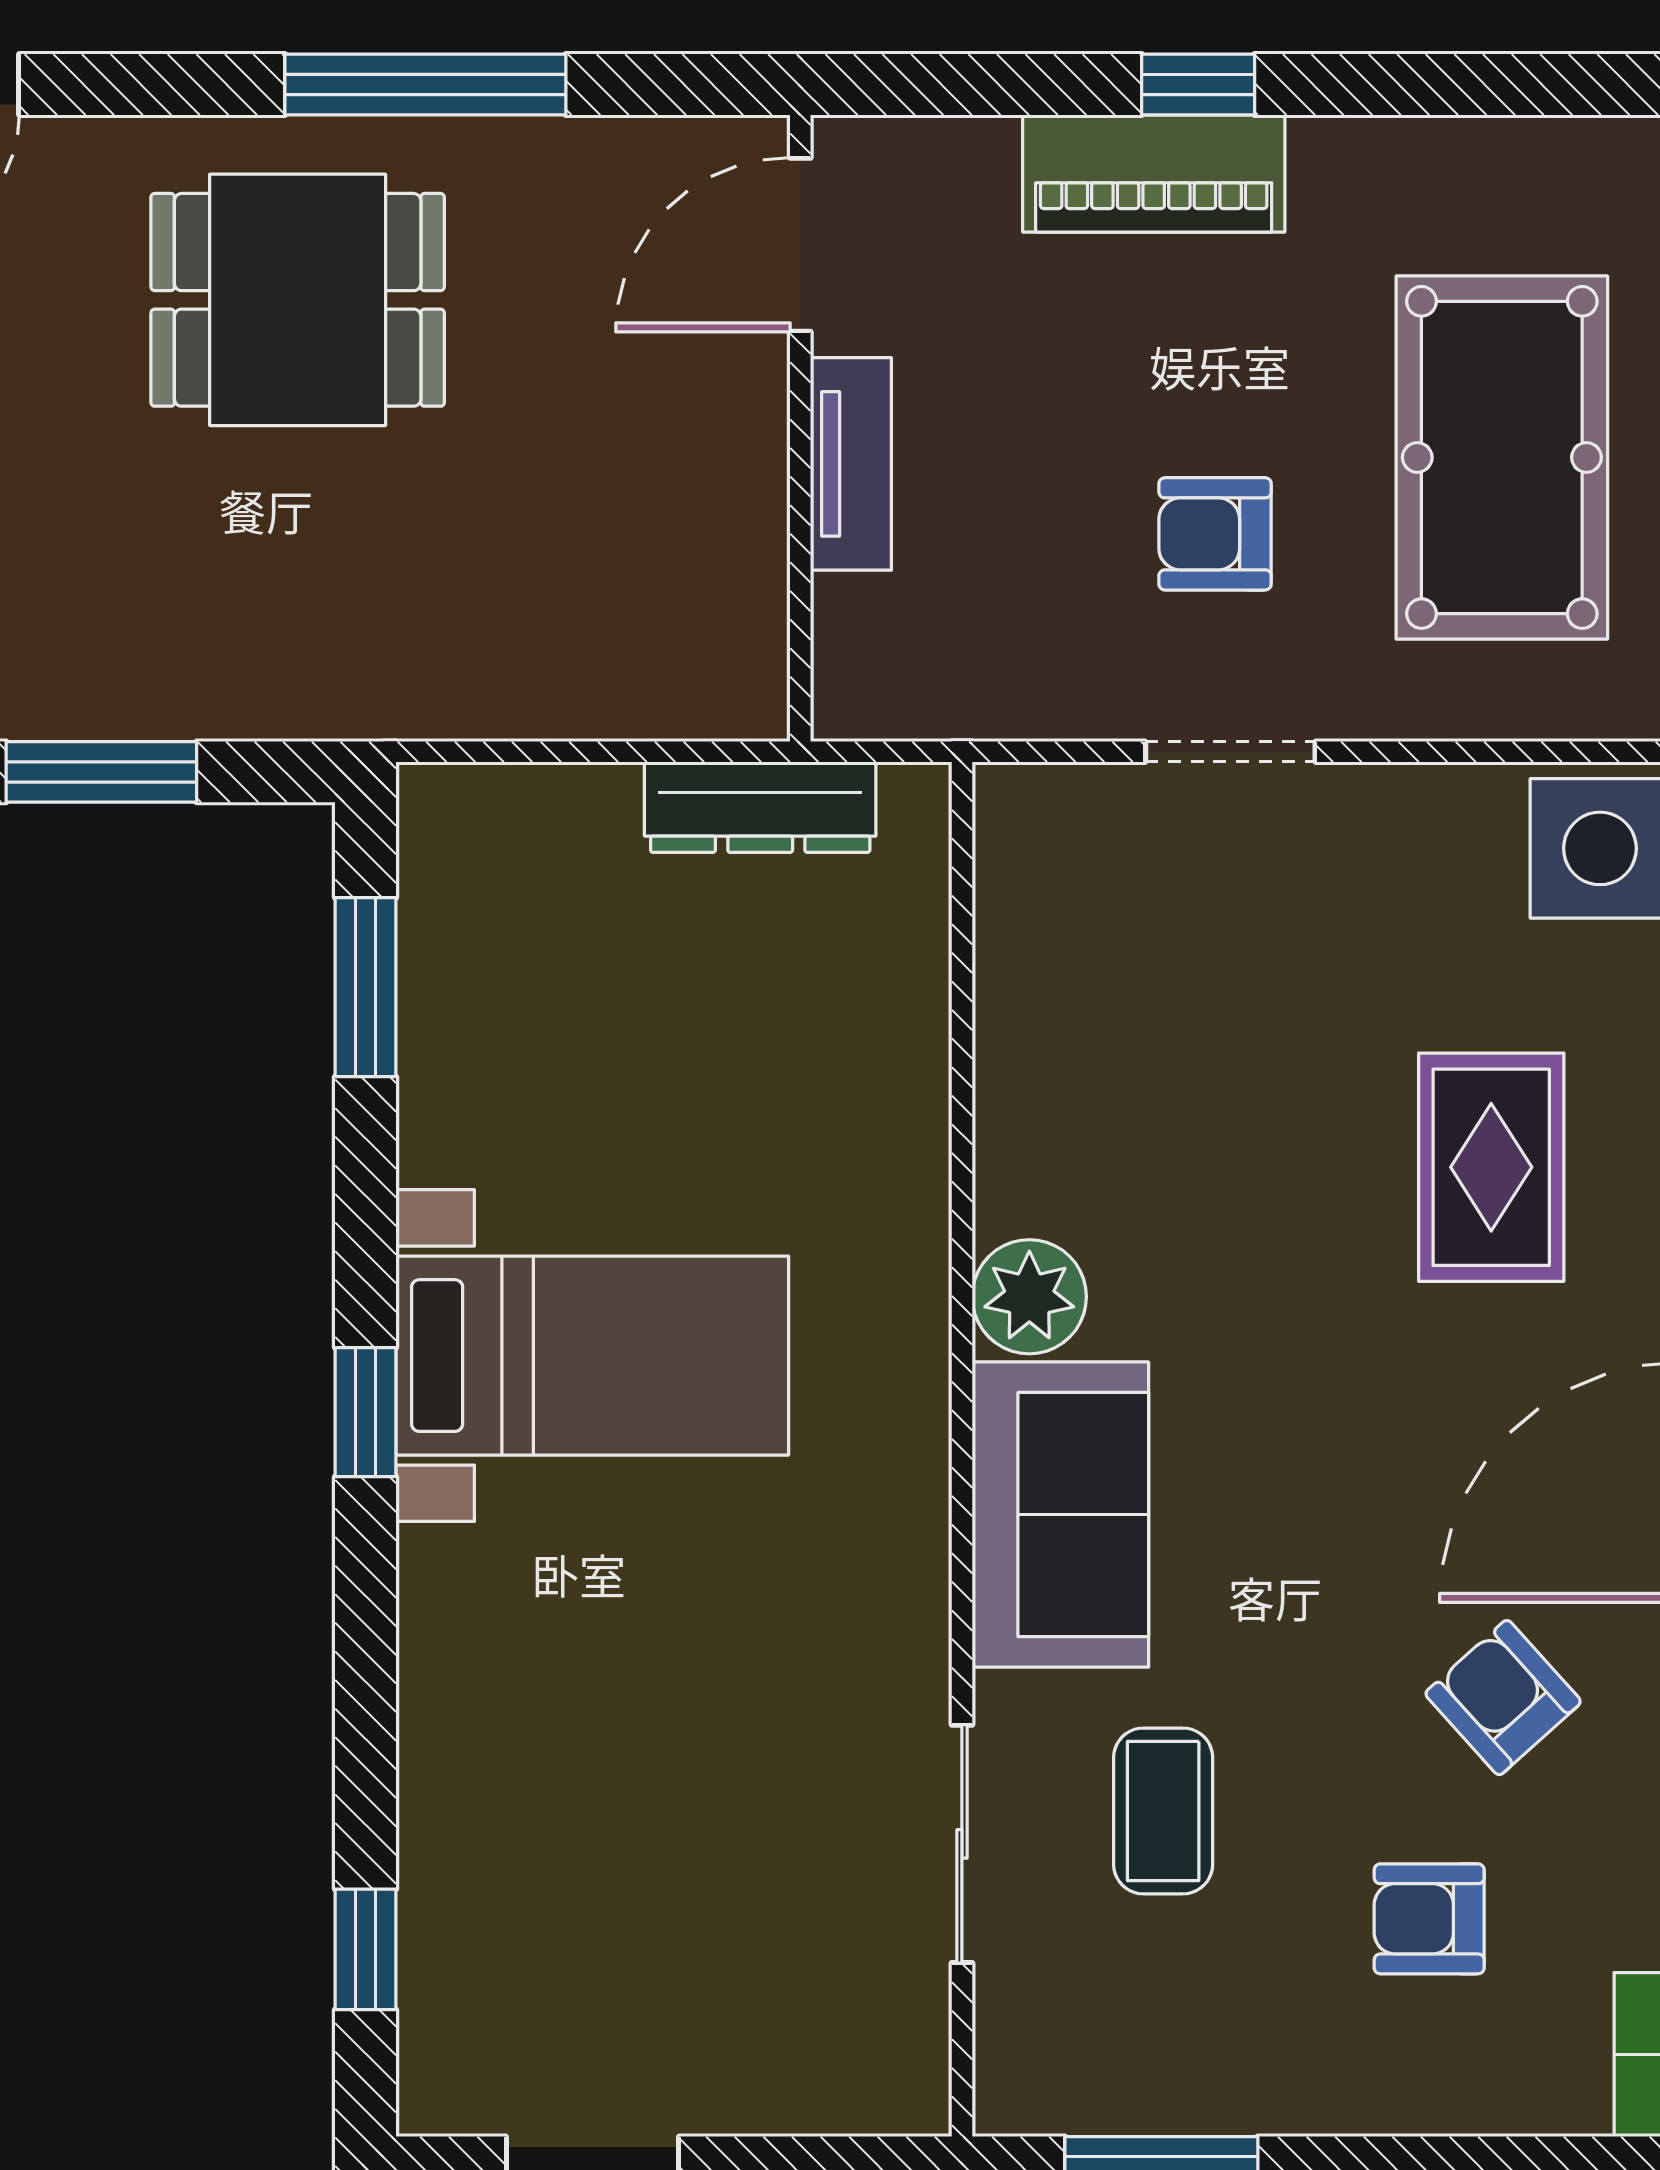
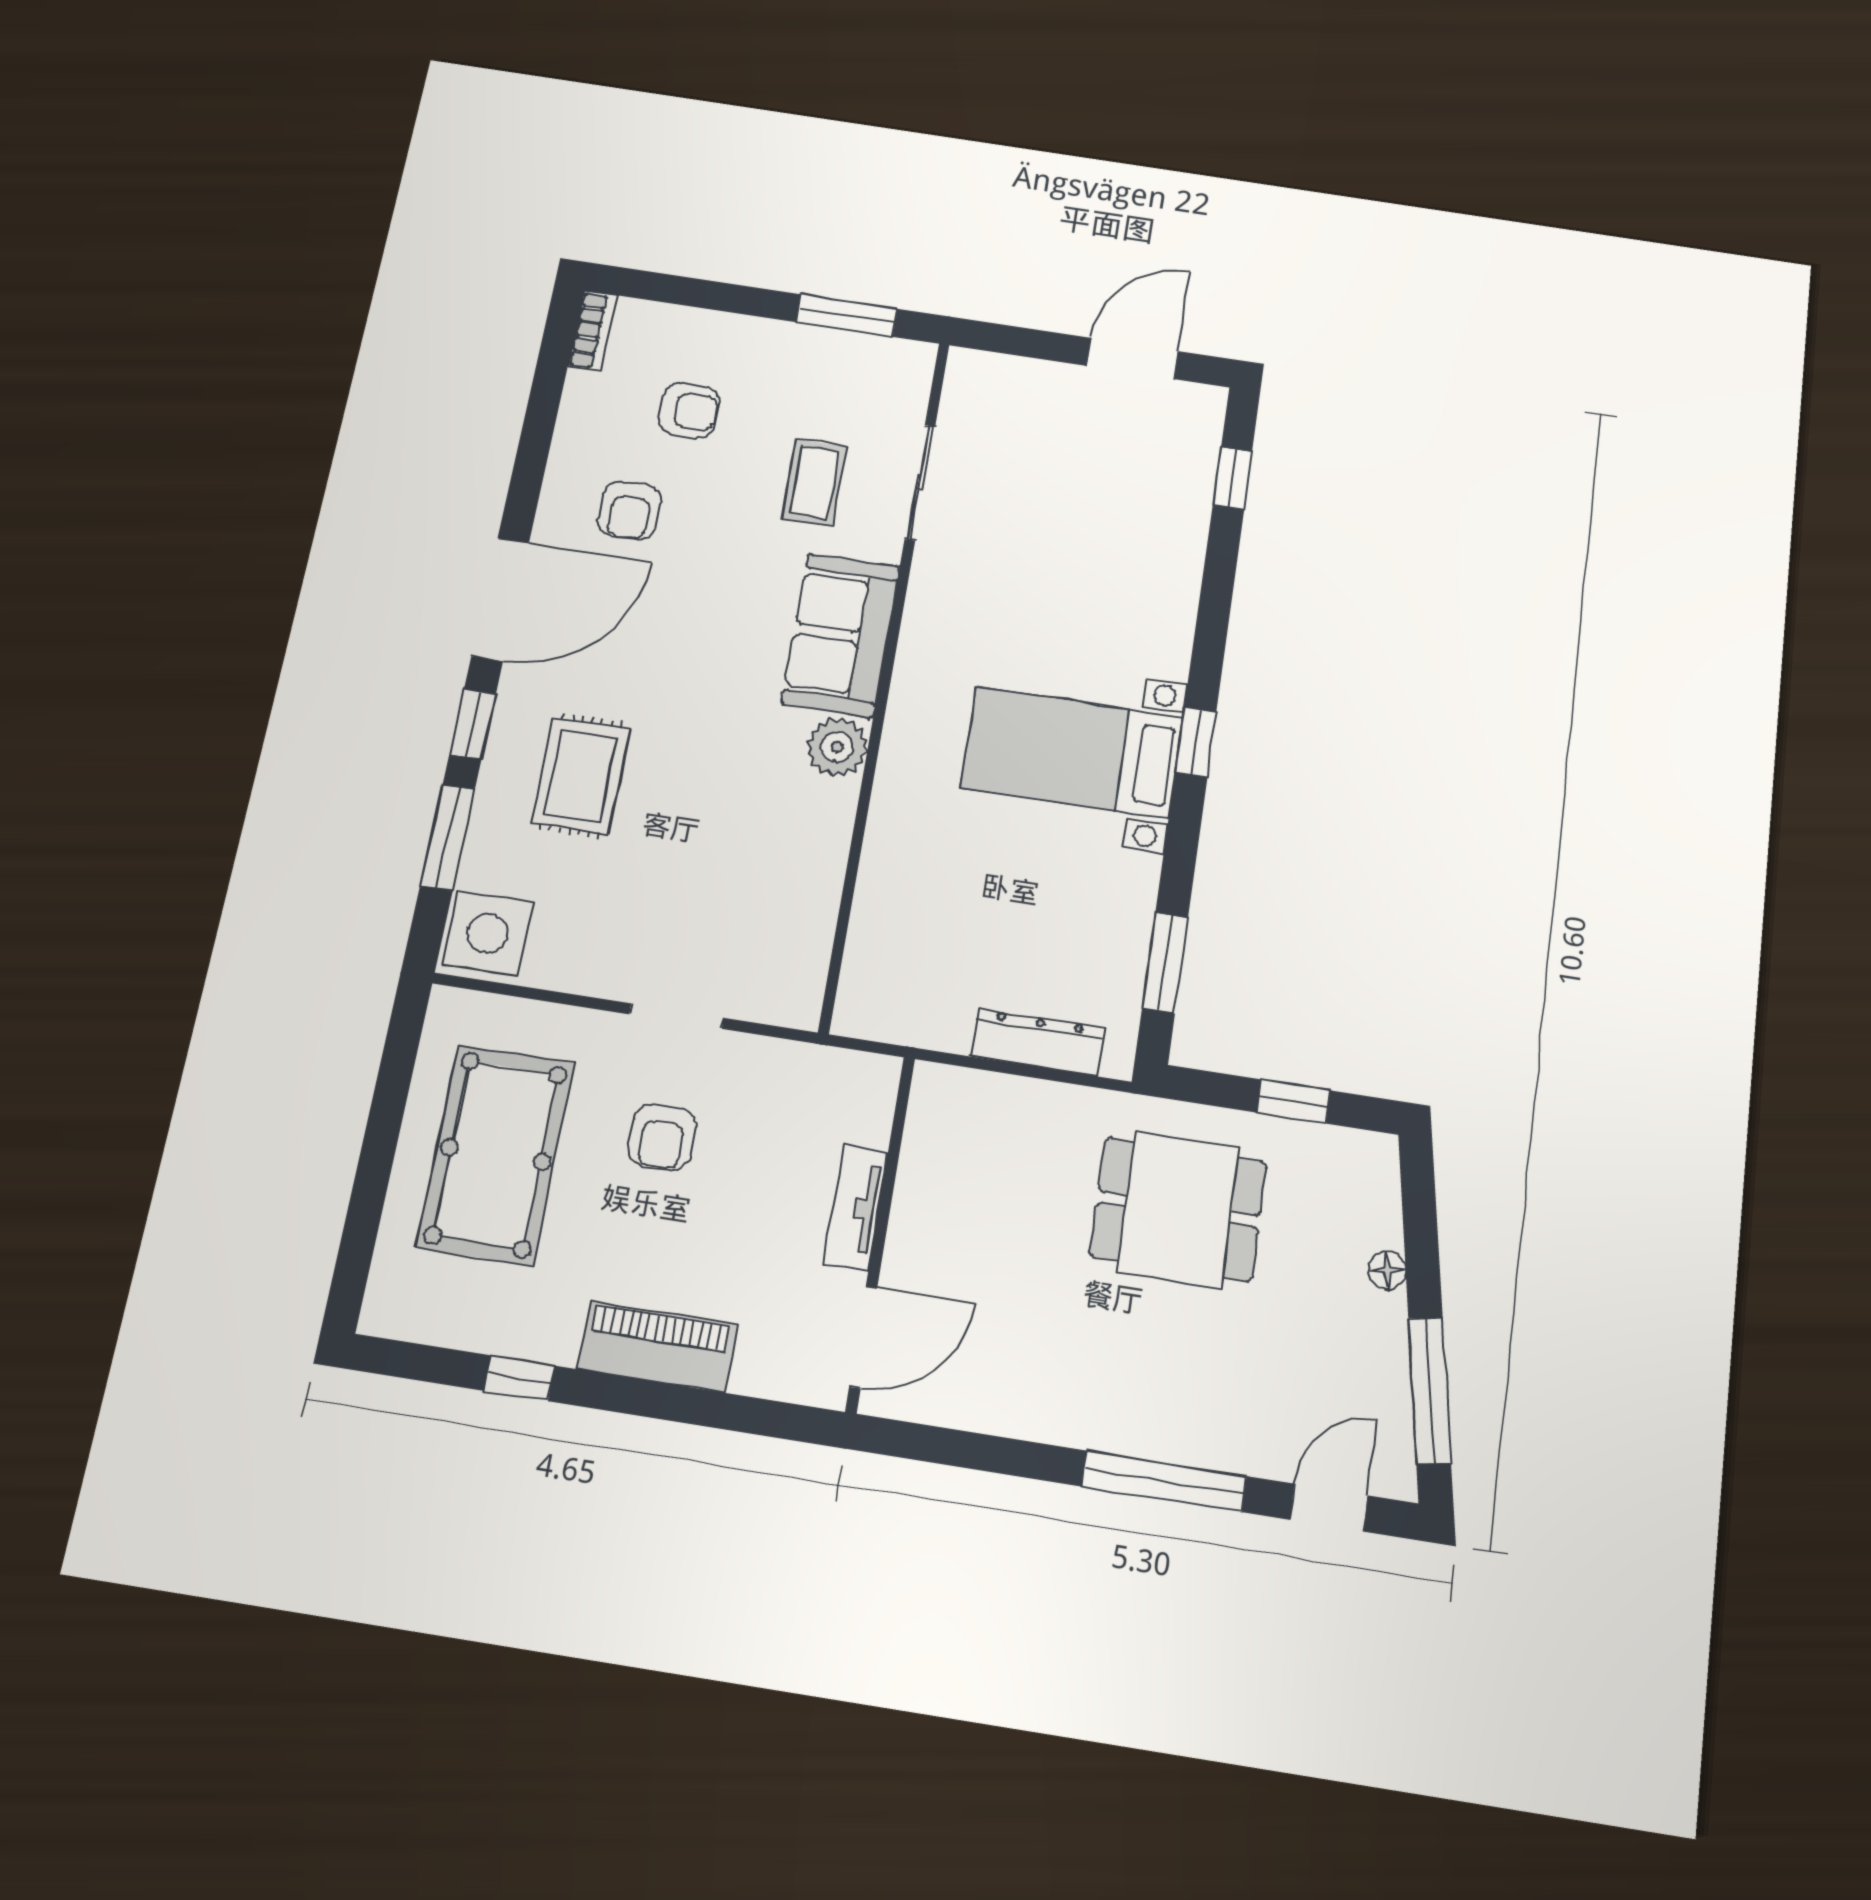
window: (425, 84) -> (1164, 1481), moved
window: (1198, 84) -> (519, 1378), moved
dining table: (298, 300) -> (1178, 1209), moved
armchair: (1215, 534) -> (662, 1137), turned 90
window: (101, 772) -> (1293, 1101), width x0.67
dresser: (760, 807) -> (1037, 1042), moved
armchair: (1503, 1698) -> (630, 511), turned 42

